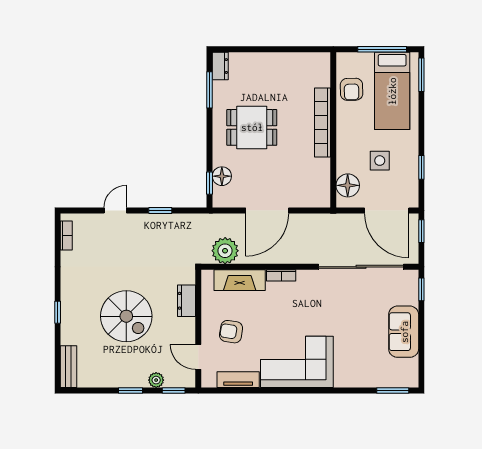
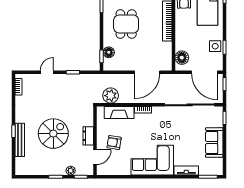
dining table: (252, 127) -> (126, 24), turned 90
side table: (380, 161) -> (215, 46), moved
door: (267, 211) -> (147, 72), moved
dresser: (187, 301) -> (88, 136), moved
spiral stairs: (126, 316) -> (53, 134), turned -90
door: (198, 357) -> (95, 157), swing flipped
bench: (68, 367) -> (20, 140), moved, width x1.36
tv unit: (238, 380) -> (186, 170), moved

